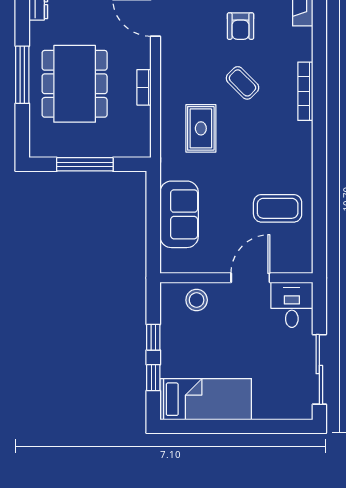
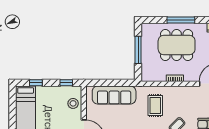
rug: (201, 128) -> (155, 105), turned 90
sofa: (179, 214) -> (114, 95), width x1.36
window: (153, 337) -> (66, 83), moved

